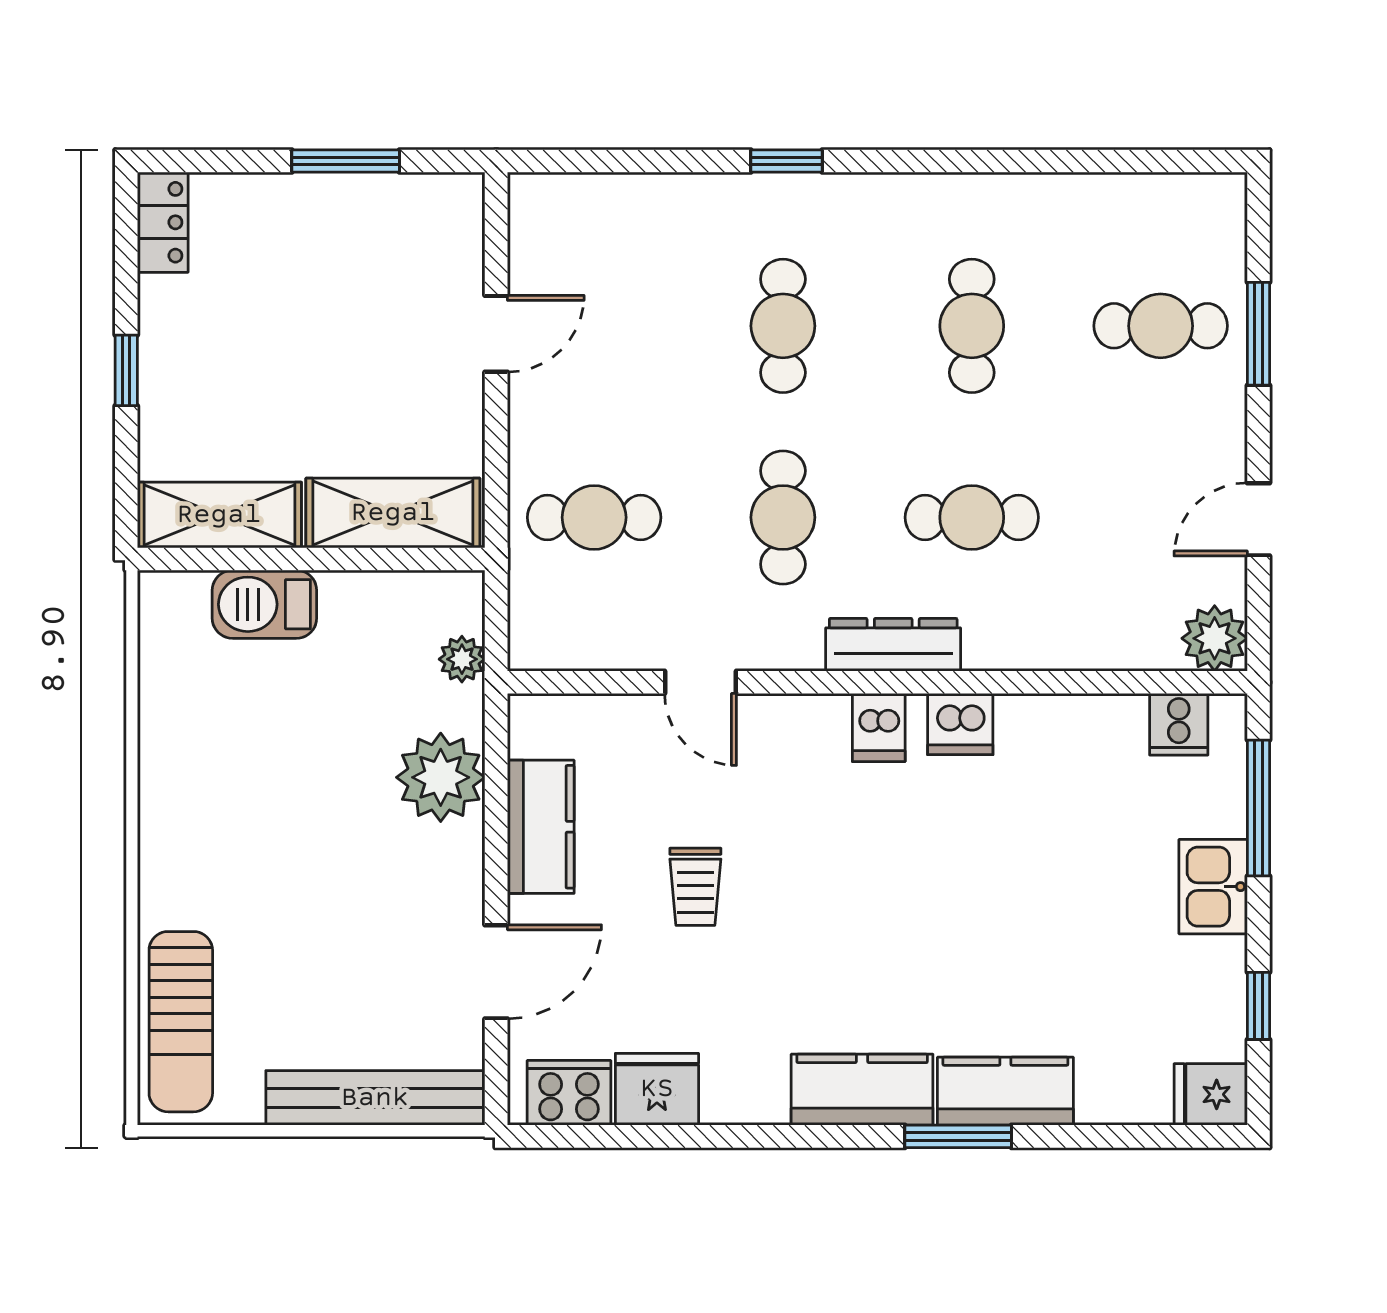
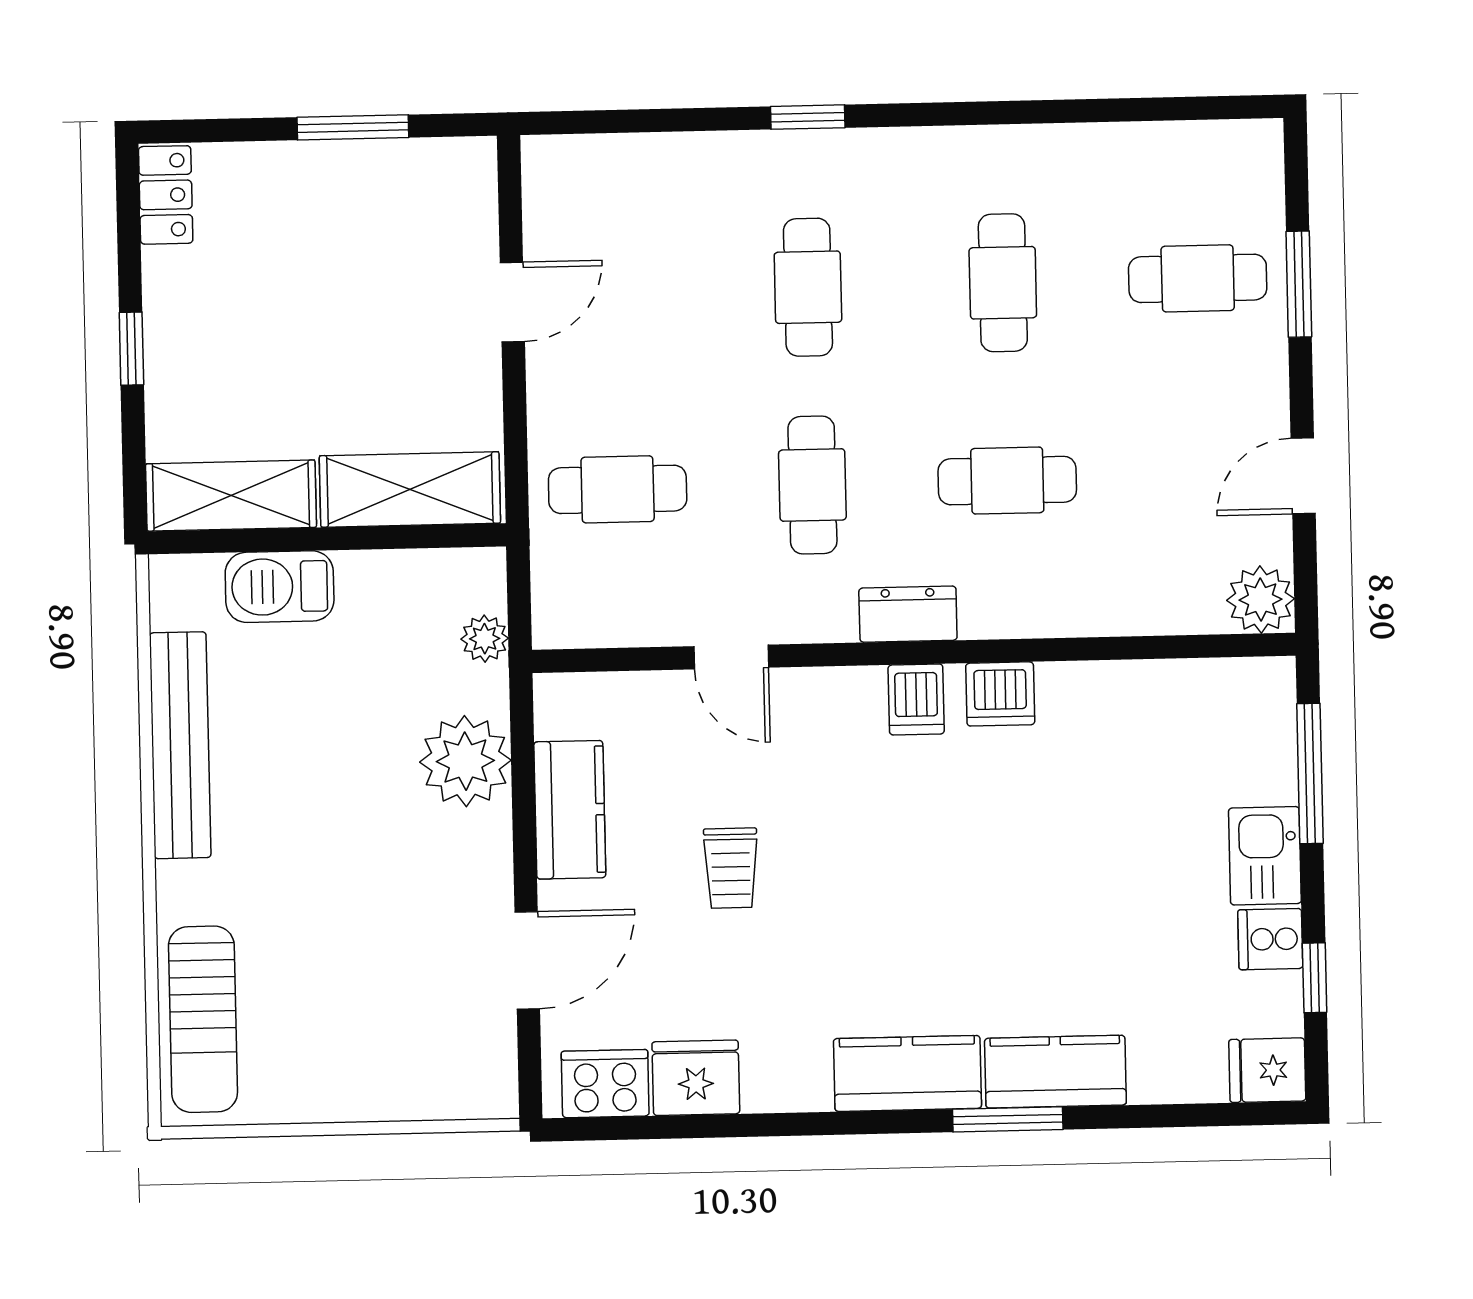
dresser: (893, 645) -> (908, 614), width x0.70
cooker: (1179, 724) -> (1270, 939), moved, turned 90
bench: (375, 1098) -> (180, 745), moved, turned 90

